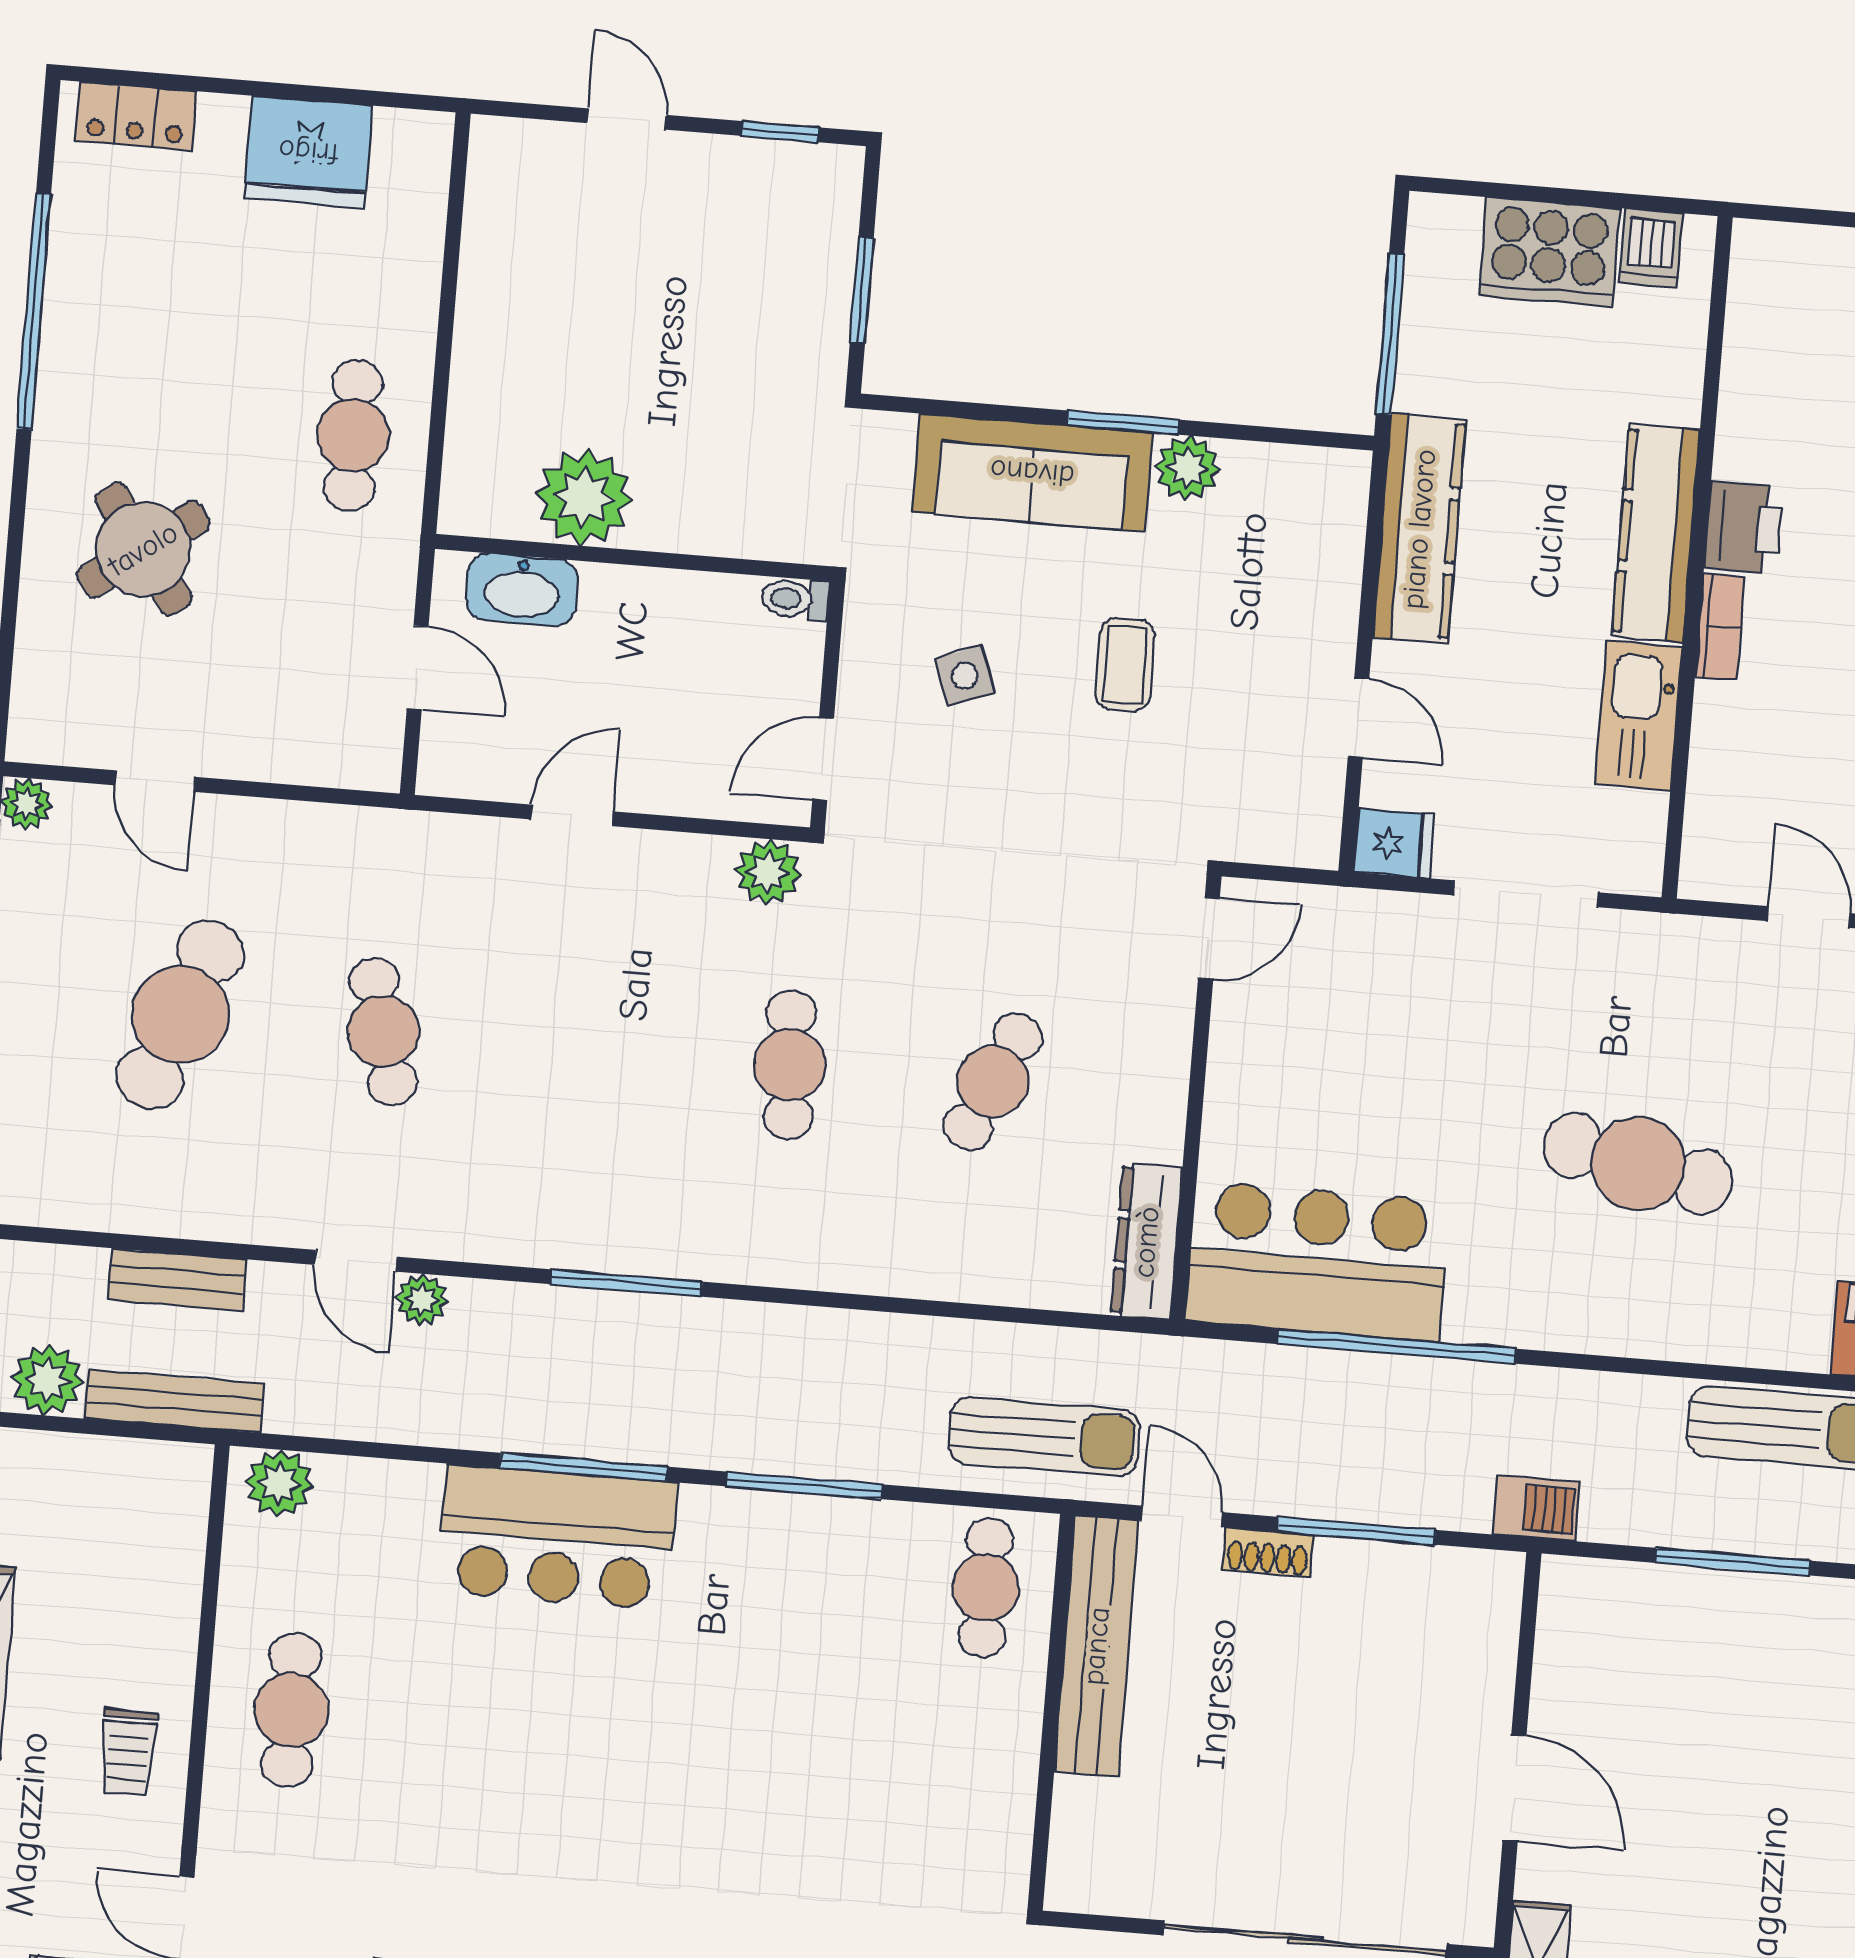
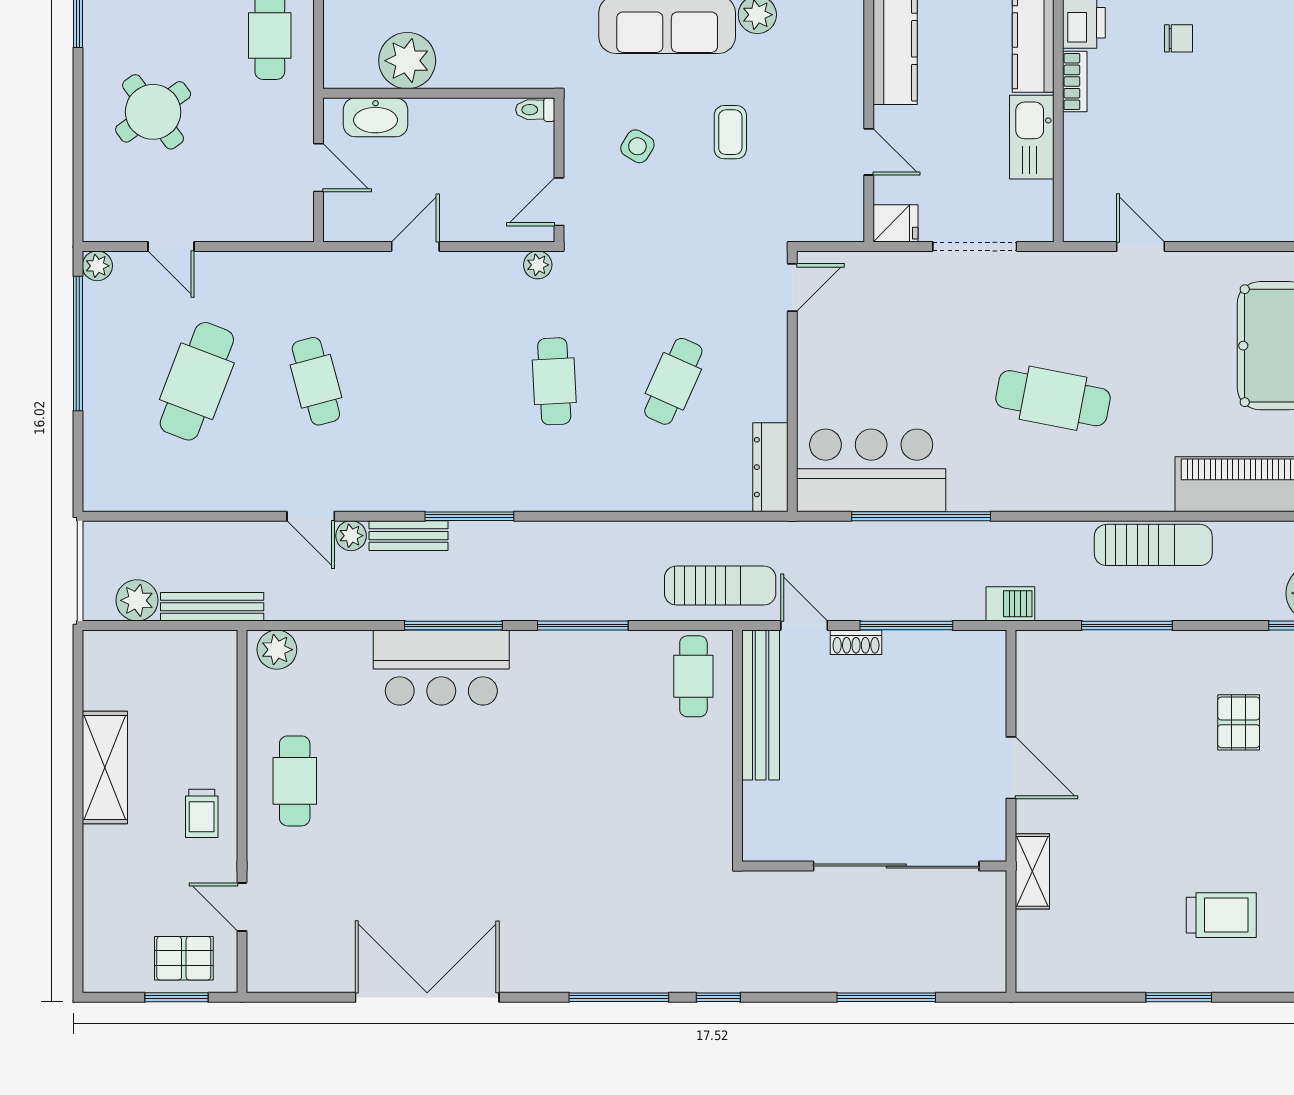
side table: (965, 676) -> (637, 146), turned -38
plant: (768, 872) -> (538, 265), width x0.73, depth x0.73
bench: (177, 1279) -> (408, 536), moved

